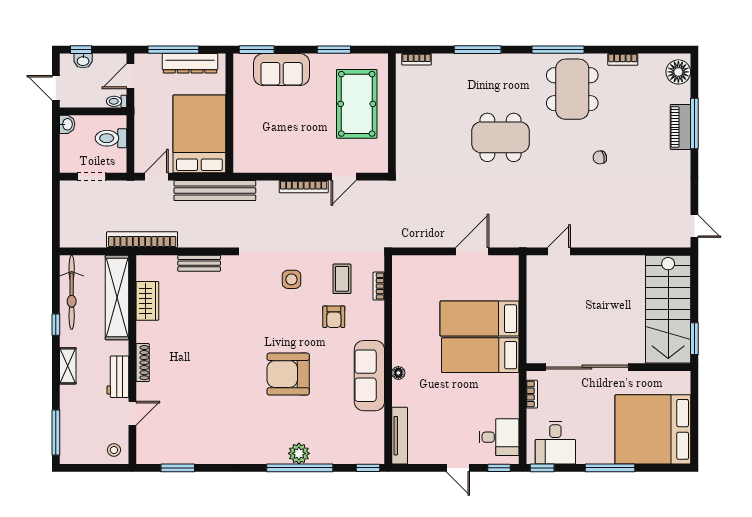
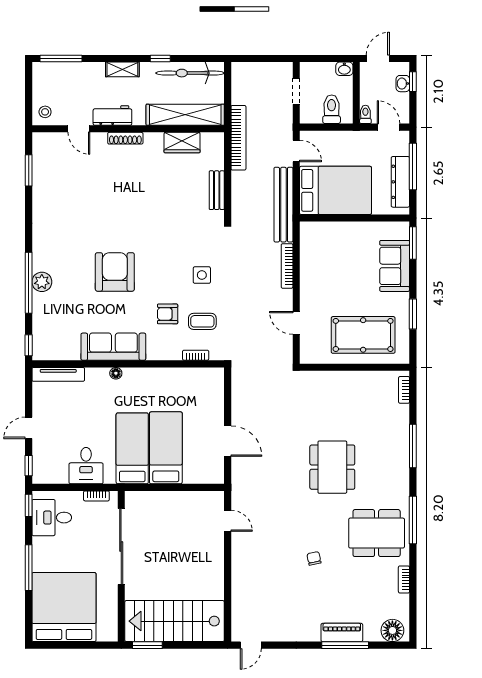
bookcase: (304, 187) -> (287, 266), moved
desk: (499, 437) -> (86, 466), moved

